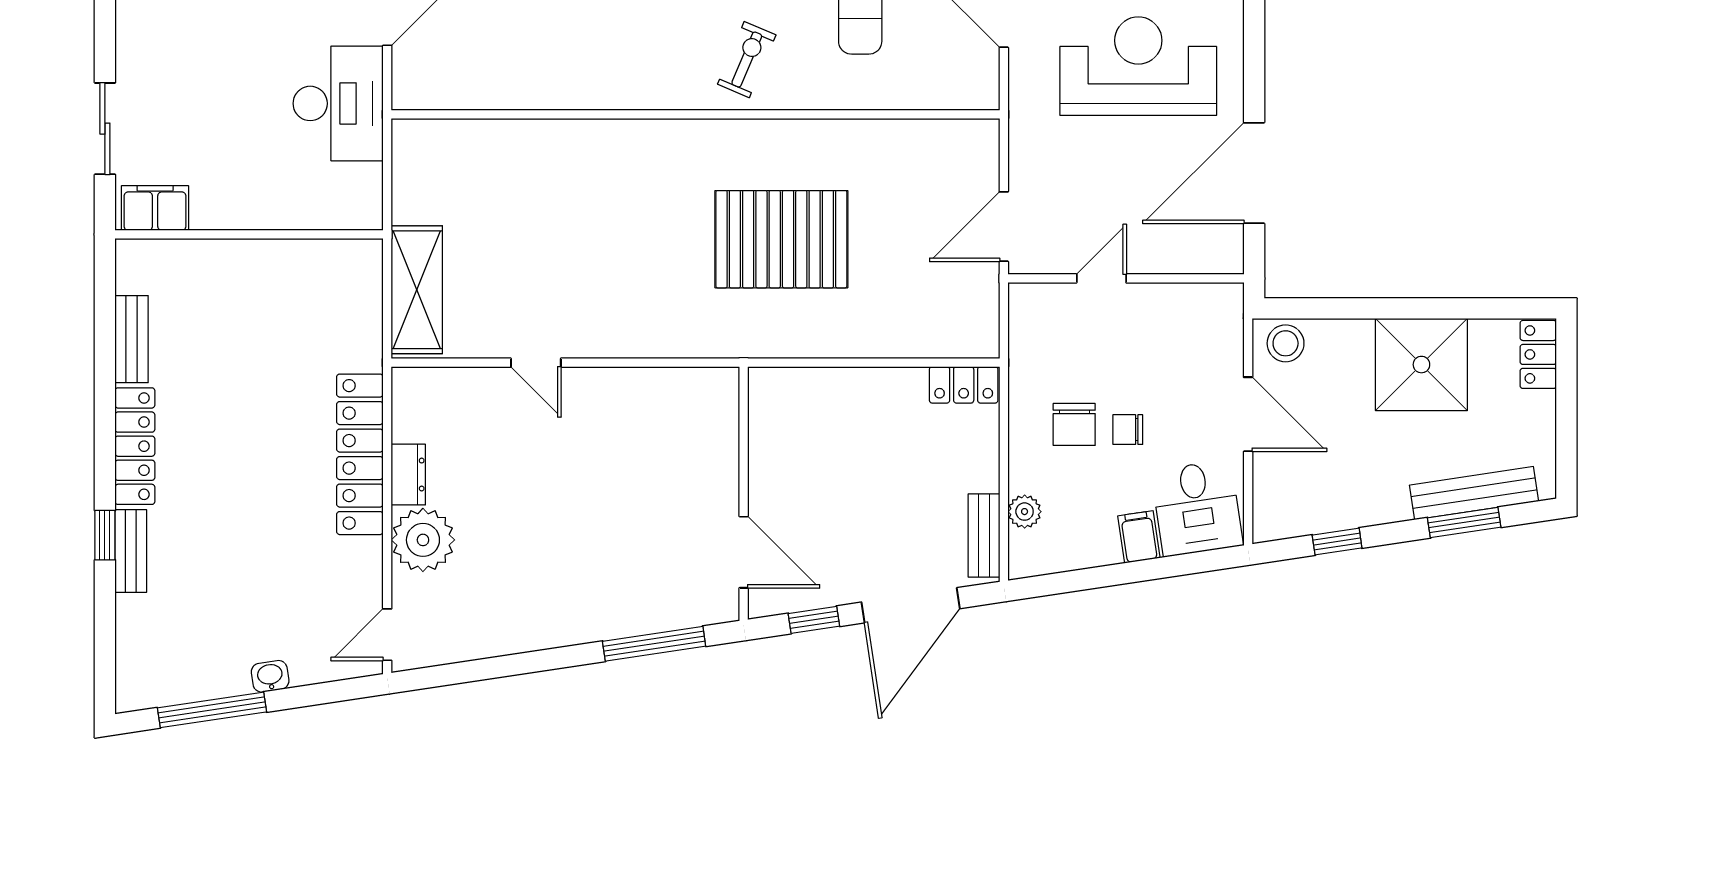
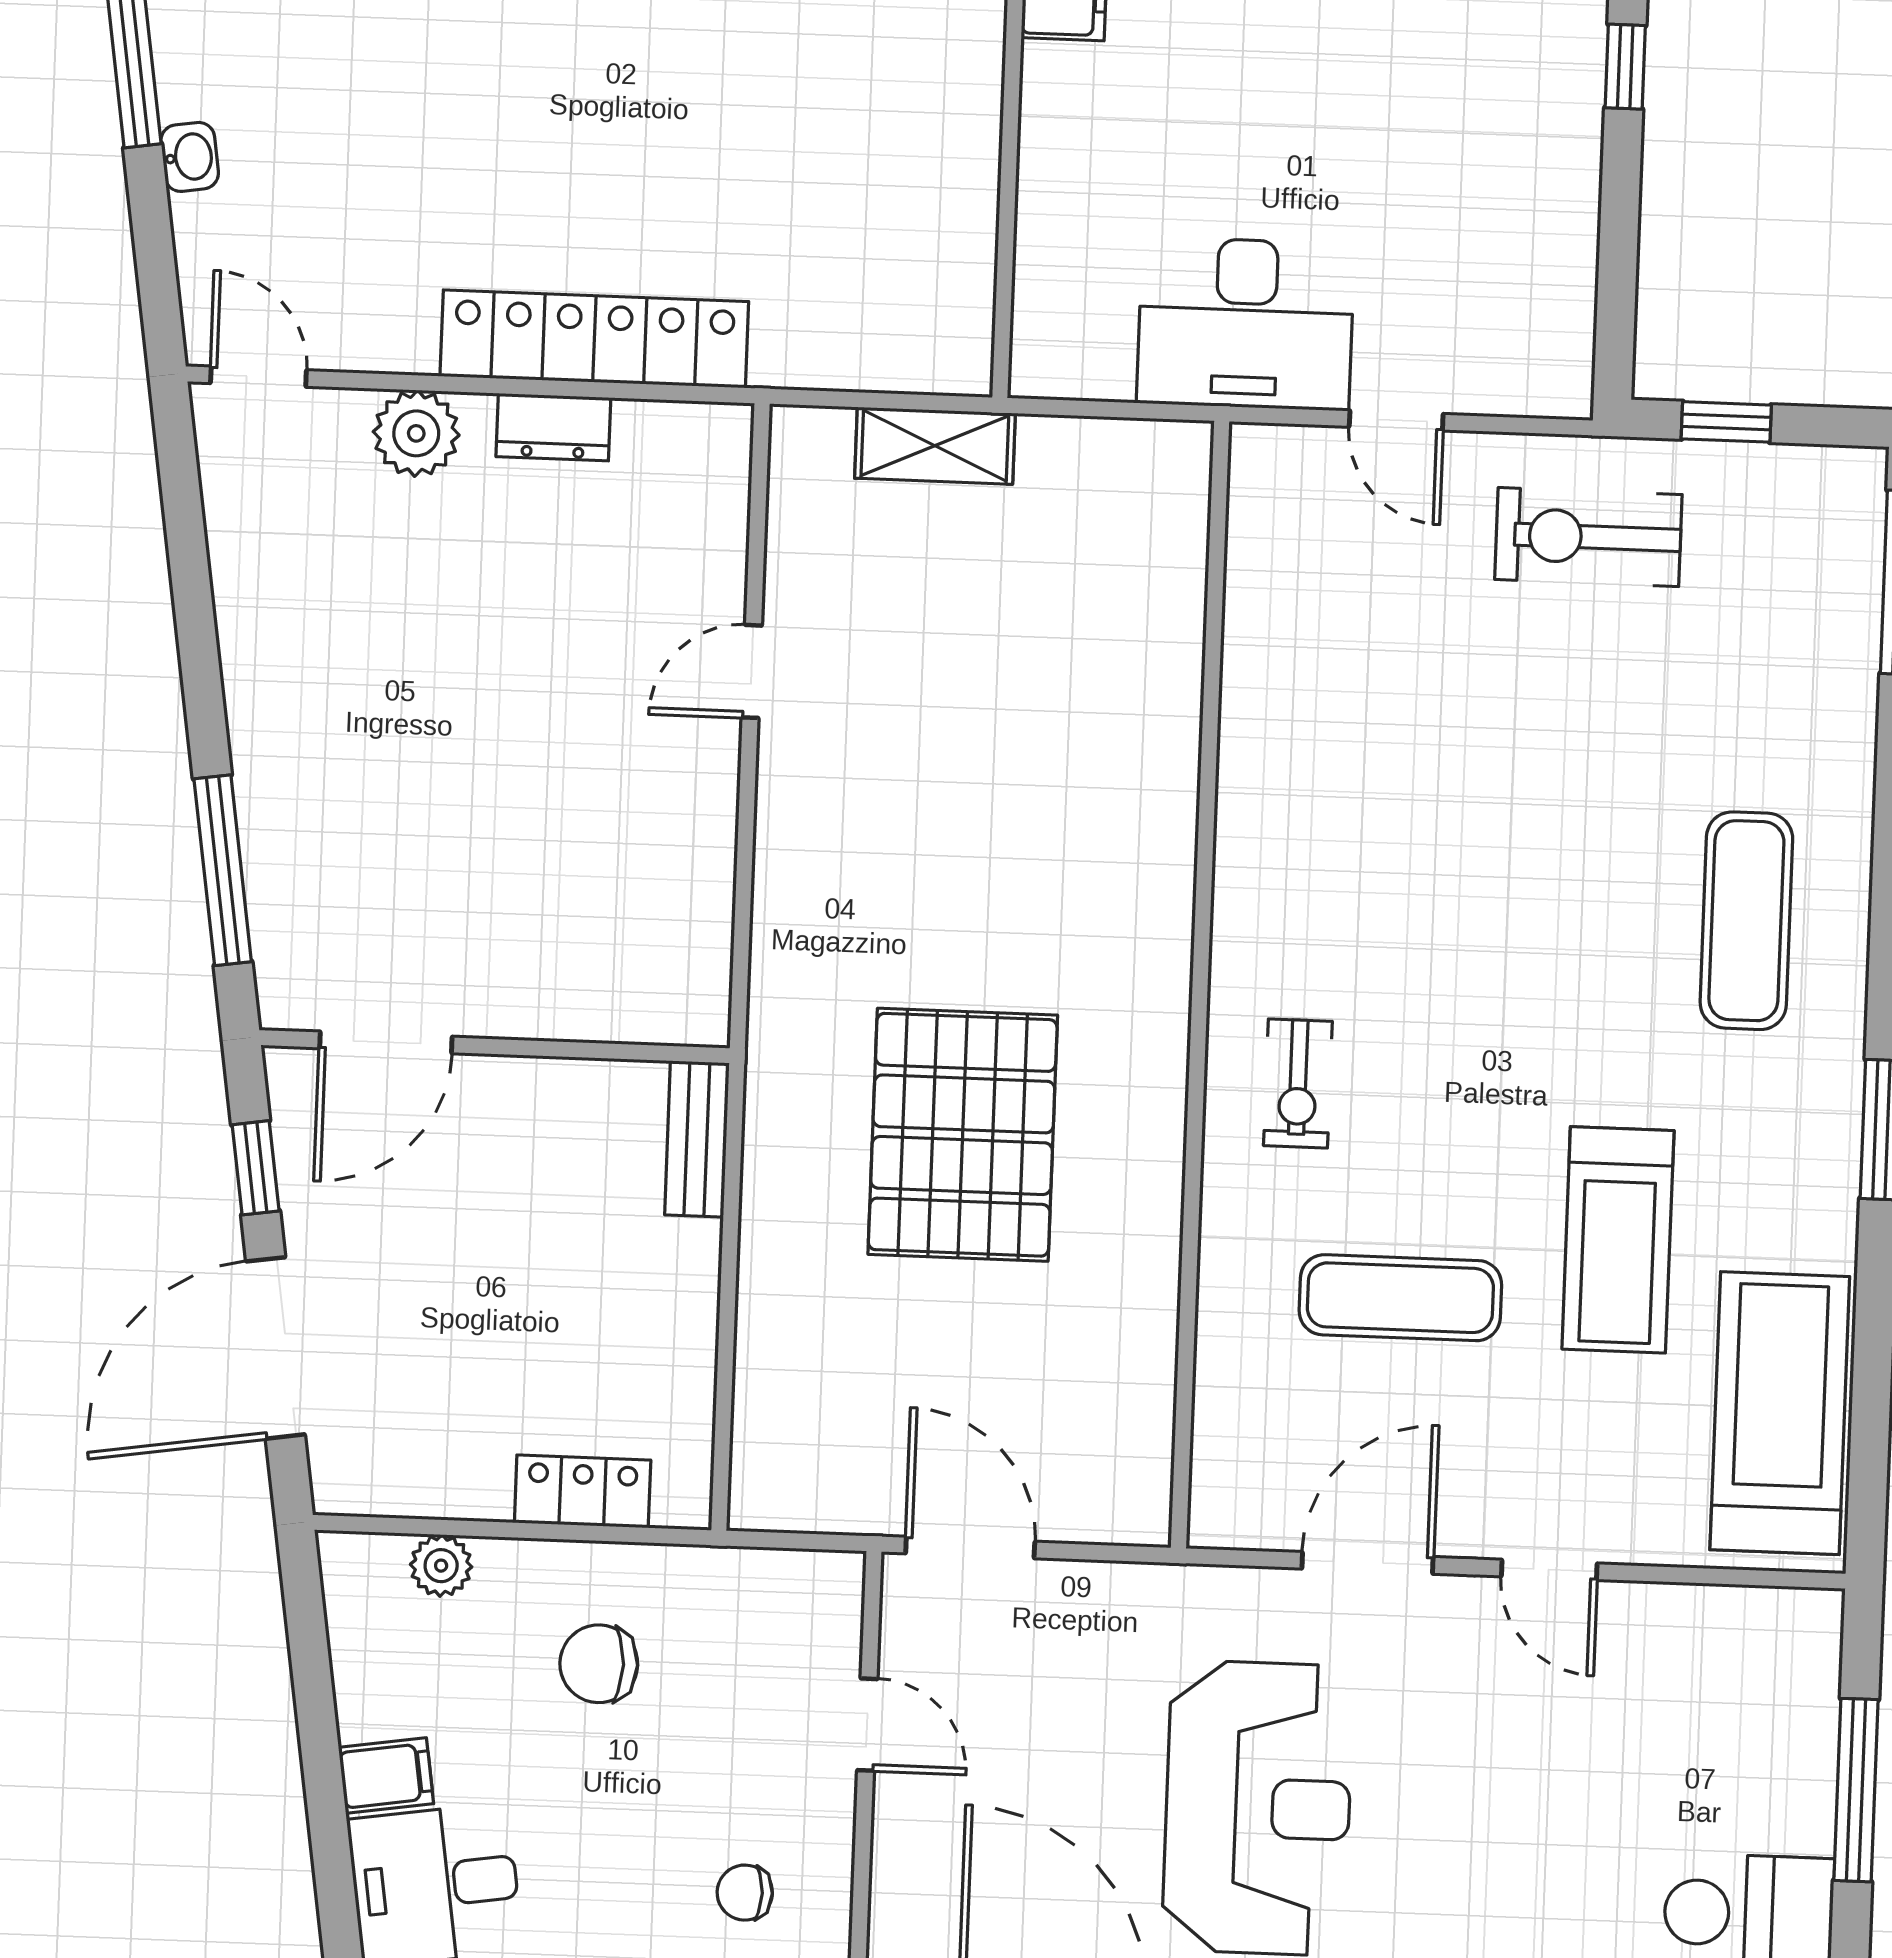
exercise bike: (747, 60) -> (1298, 1083), turned 67
shelving: (417, 290) -> (935, 446), width x0.67, depth x0.75
locker: (964, 385) -> (583, 1491), moved, turned 90
chair: (1128, 430) -> (745, 1893), moved, turned -90
bench: (984, 535) -> (697, 1139), moved, turned 90
plant: (423, 540) -> (416, 433), width x0.73, depth x0.73
door: (911, 605) -> (276, 1348), hinge flipped

